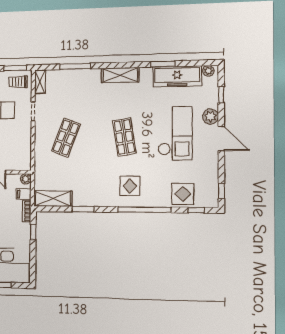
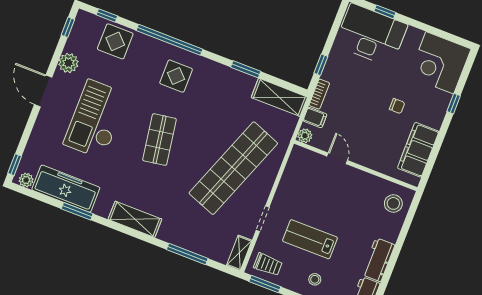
window: (221, 95) -> (15, 165), moved
plant: (211, 117) -> (68, 63), moved
shop shelf: (66, 138) -> (233, 168), width x2.00, depth x1.36

